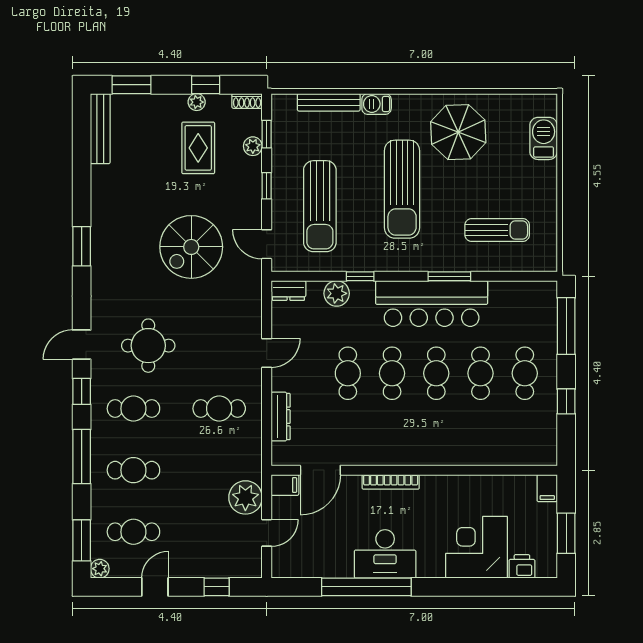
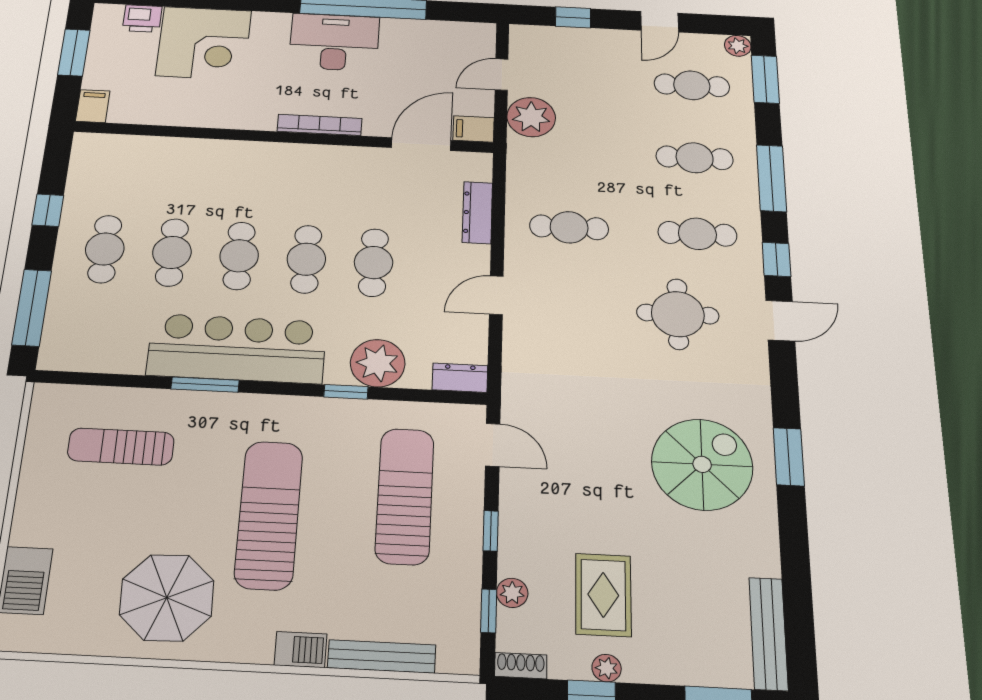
spiral stairs: (191, 247) -> (702, 464), moved
plant: (337, 293) -> (378, 363), width x1.36, depth x1.36

